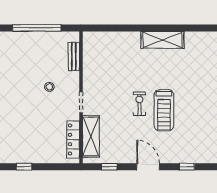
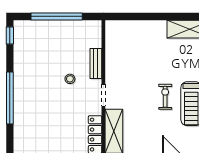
bench: (74, 56) -> (96, 63), moved

